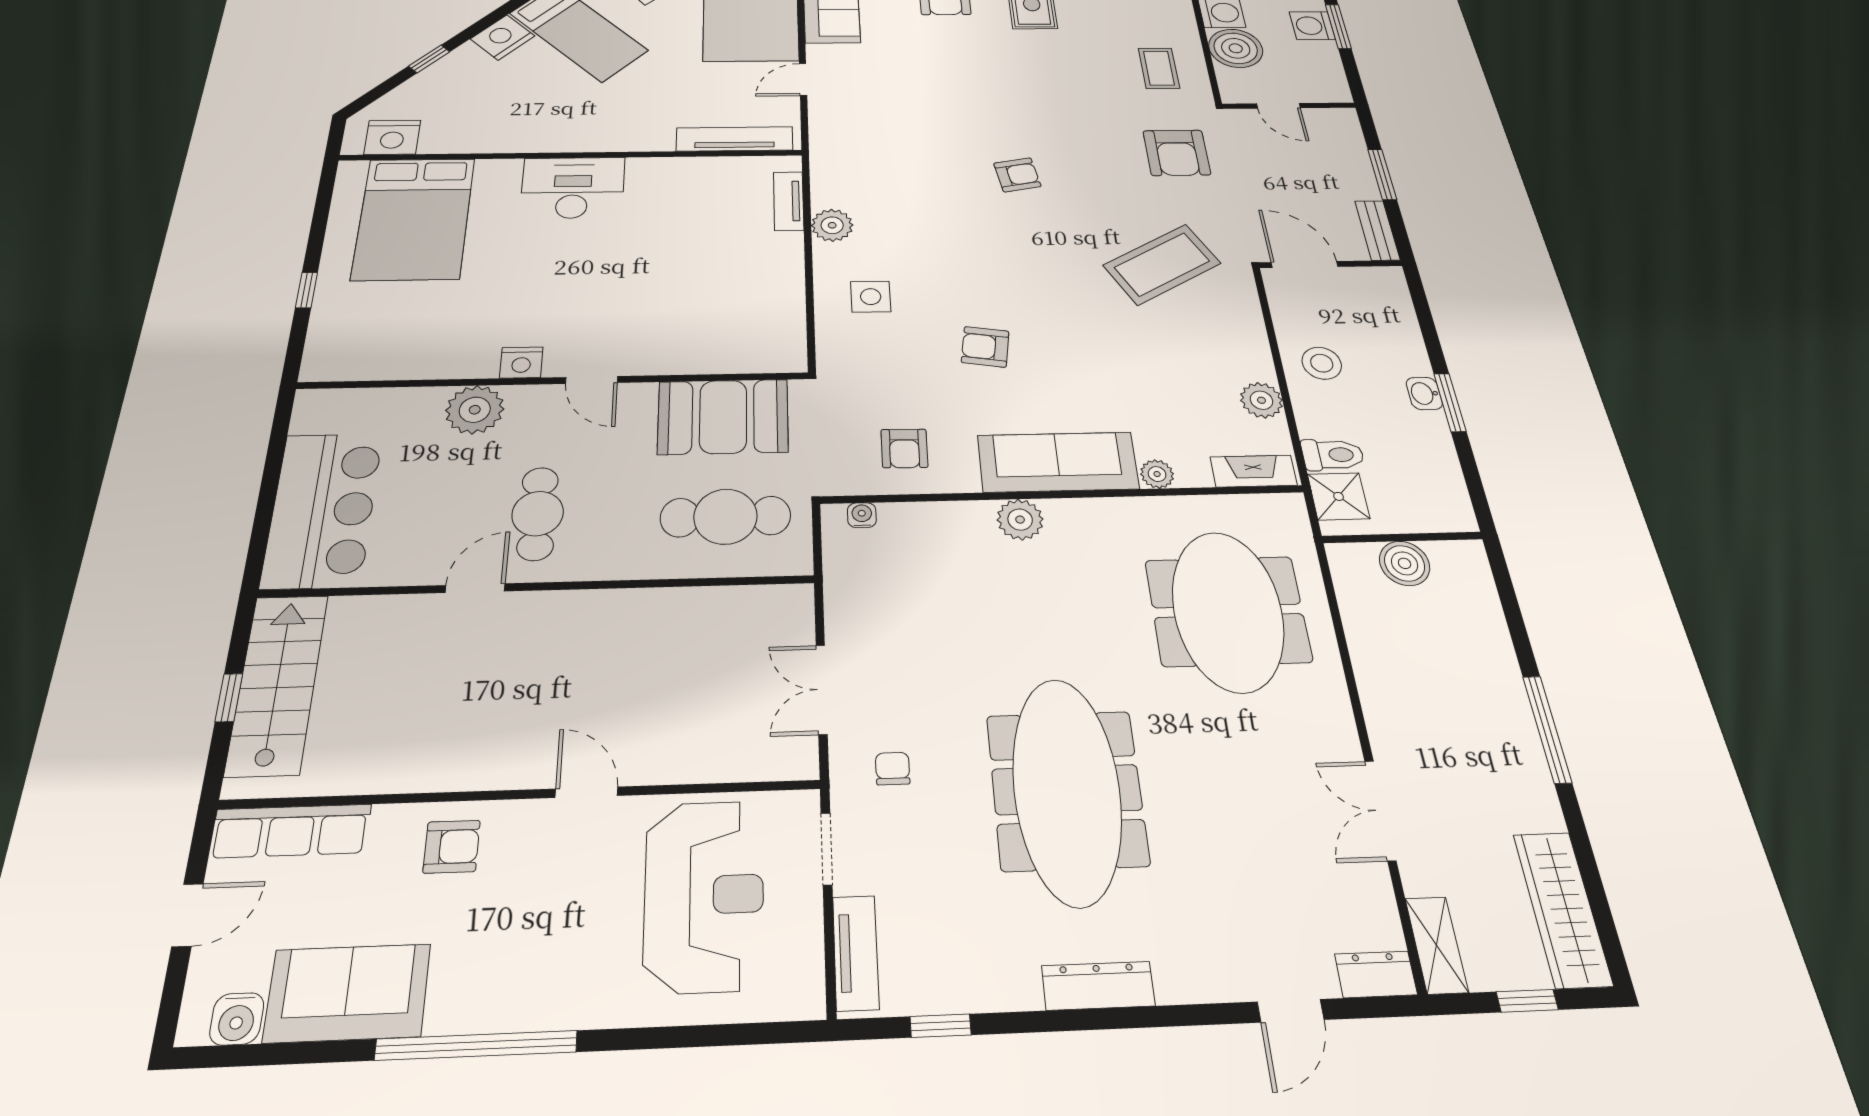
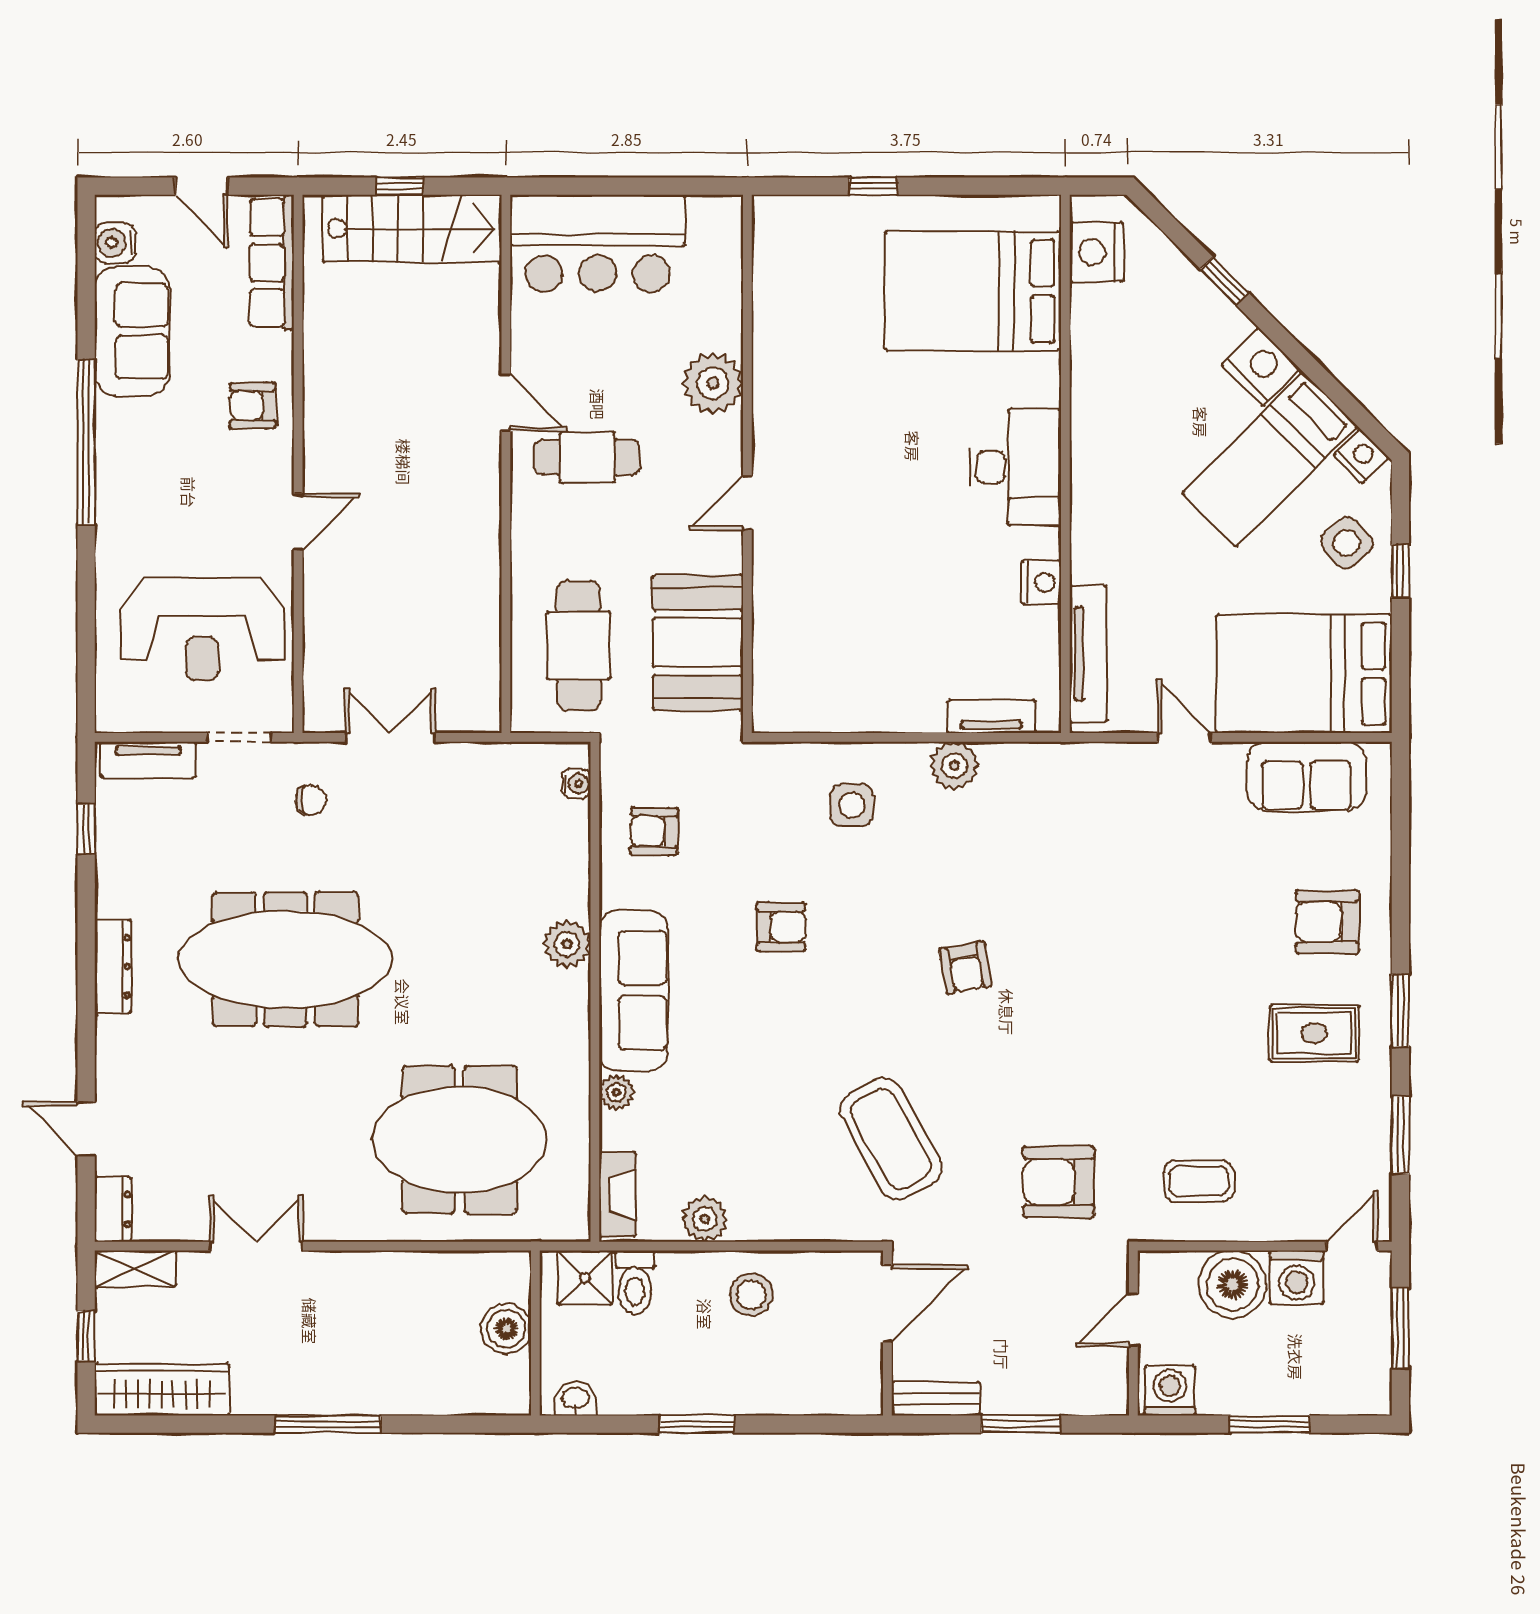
washing machine: (1312, 26) -> (1170, 1391), moved
armchair: (1017, 175) -> (966, 968), moved
armchair: (985, 347) -> (781, 927), turned 81
nightstand: (521, 363) -> (1041, 582), moved, turned 180
washbasin: (1424, 393) -> (576, 1399), moved
armchair: (452, 847) -> (253, 405), turned 90

